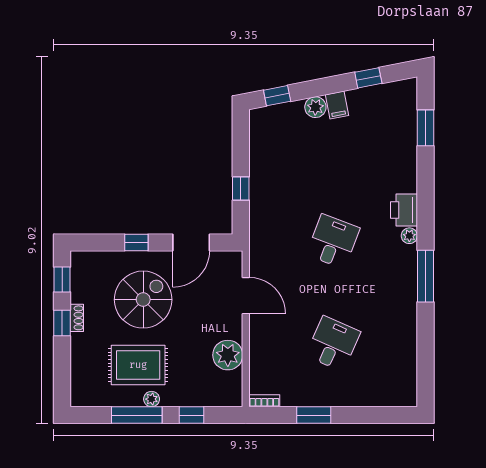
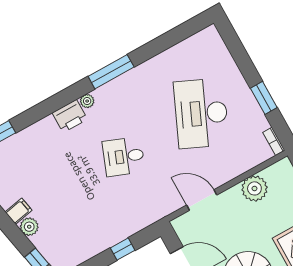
door: (246, 296) -> (202, 200), hinge flipped
desk: (333, 344) -> (201, 113), width x1.87, depth x1.30

